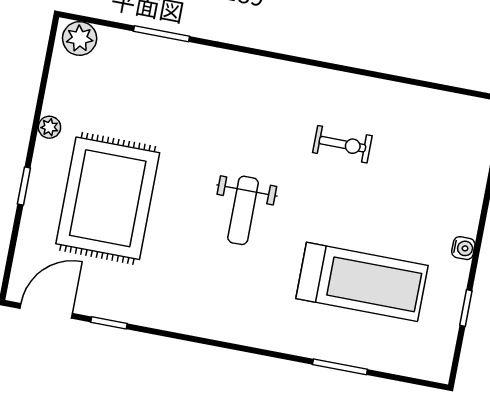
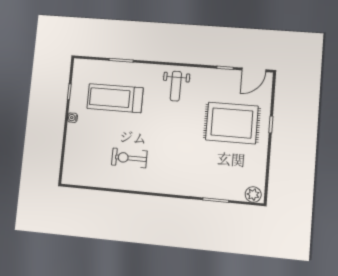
plant: (49, 127) -> (262, 152), removed
exercise bike: (342, 144) -> (129, 158), width x1.38, depth x1.39
rug: (108, 198) -> (232, 123), turned 90
weight bench: (243, 210) -> (176, 86), moved, turned 180

